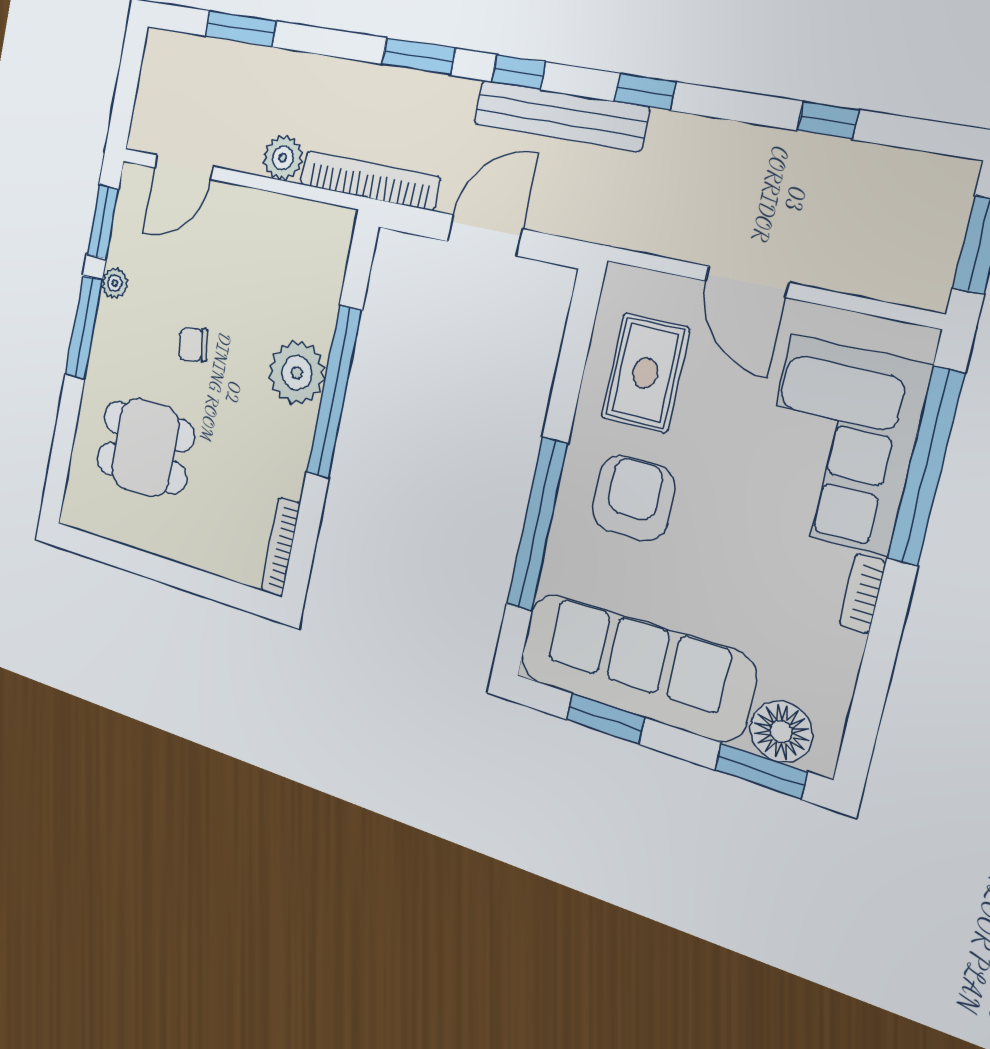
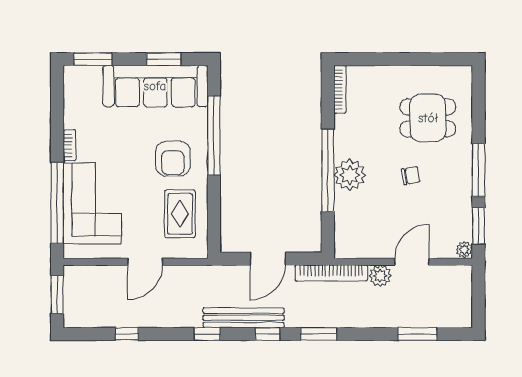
door: (184, 167) -> (412, 262), moved
door: (747, 282) -> (145, 262), swing flipped
plant: (115, 283) -> (464, 250), moved
floor lamp: (781, 732) -> (88, 78), removed

